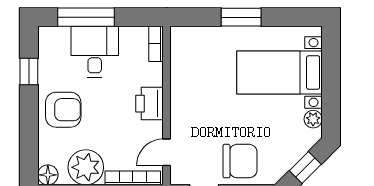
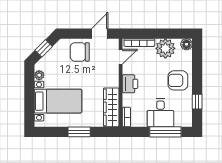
wardrobe: (183, 61) -> (111, 107), added

